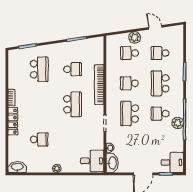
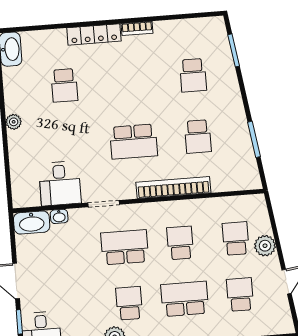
school desk: (39, 69) -> (193, 75), width x0.54
desk: (92, 161) -> (60, 183), moved

